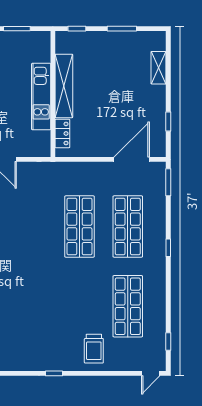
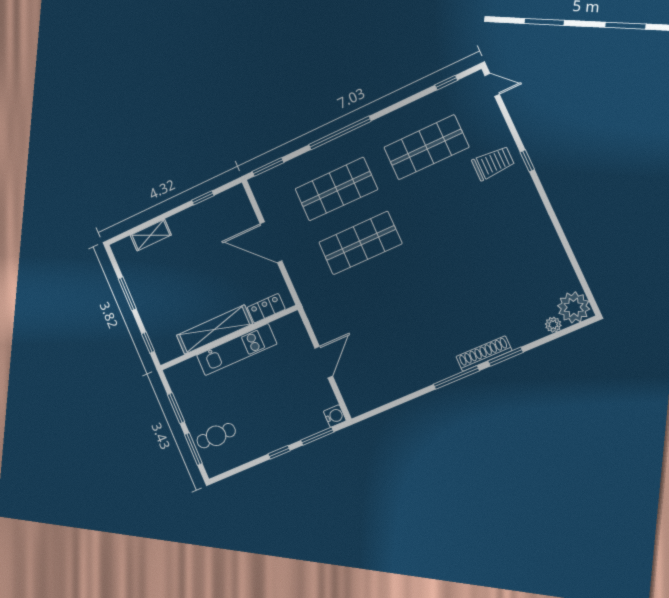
door: (132, 159) -> (271, 242), moved
window: (168, 248) -> (340, 133), width x3.17
window: (54, 373) -> (527, 161), moved

